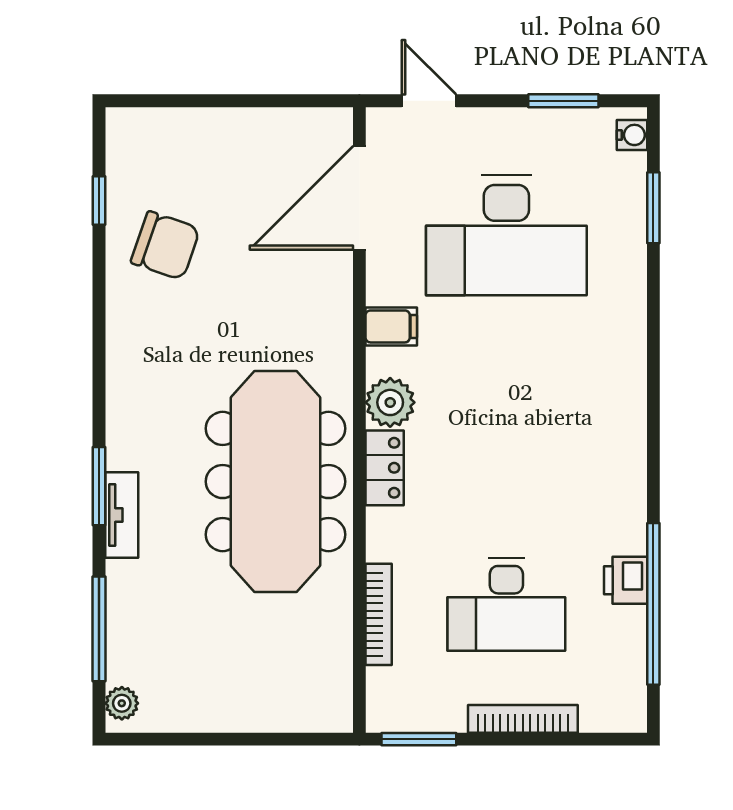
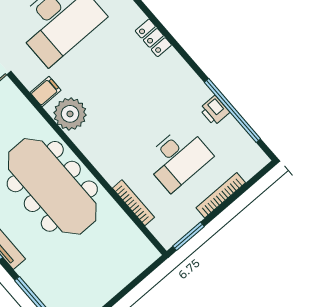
plant: (390, 402) -> (70, 114), width x1.36, depth x1.36
locker: (385, 468) -> (153, 38), moved, turned 180

